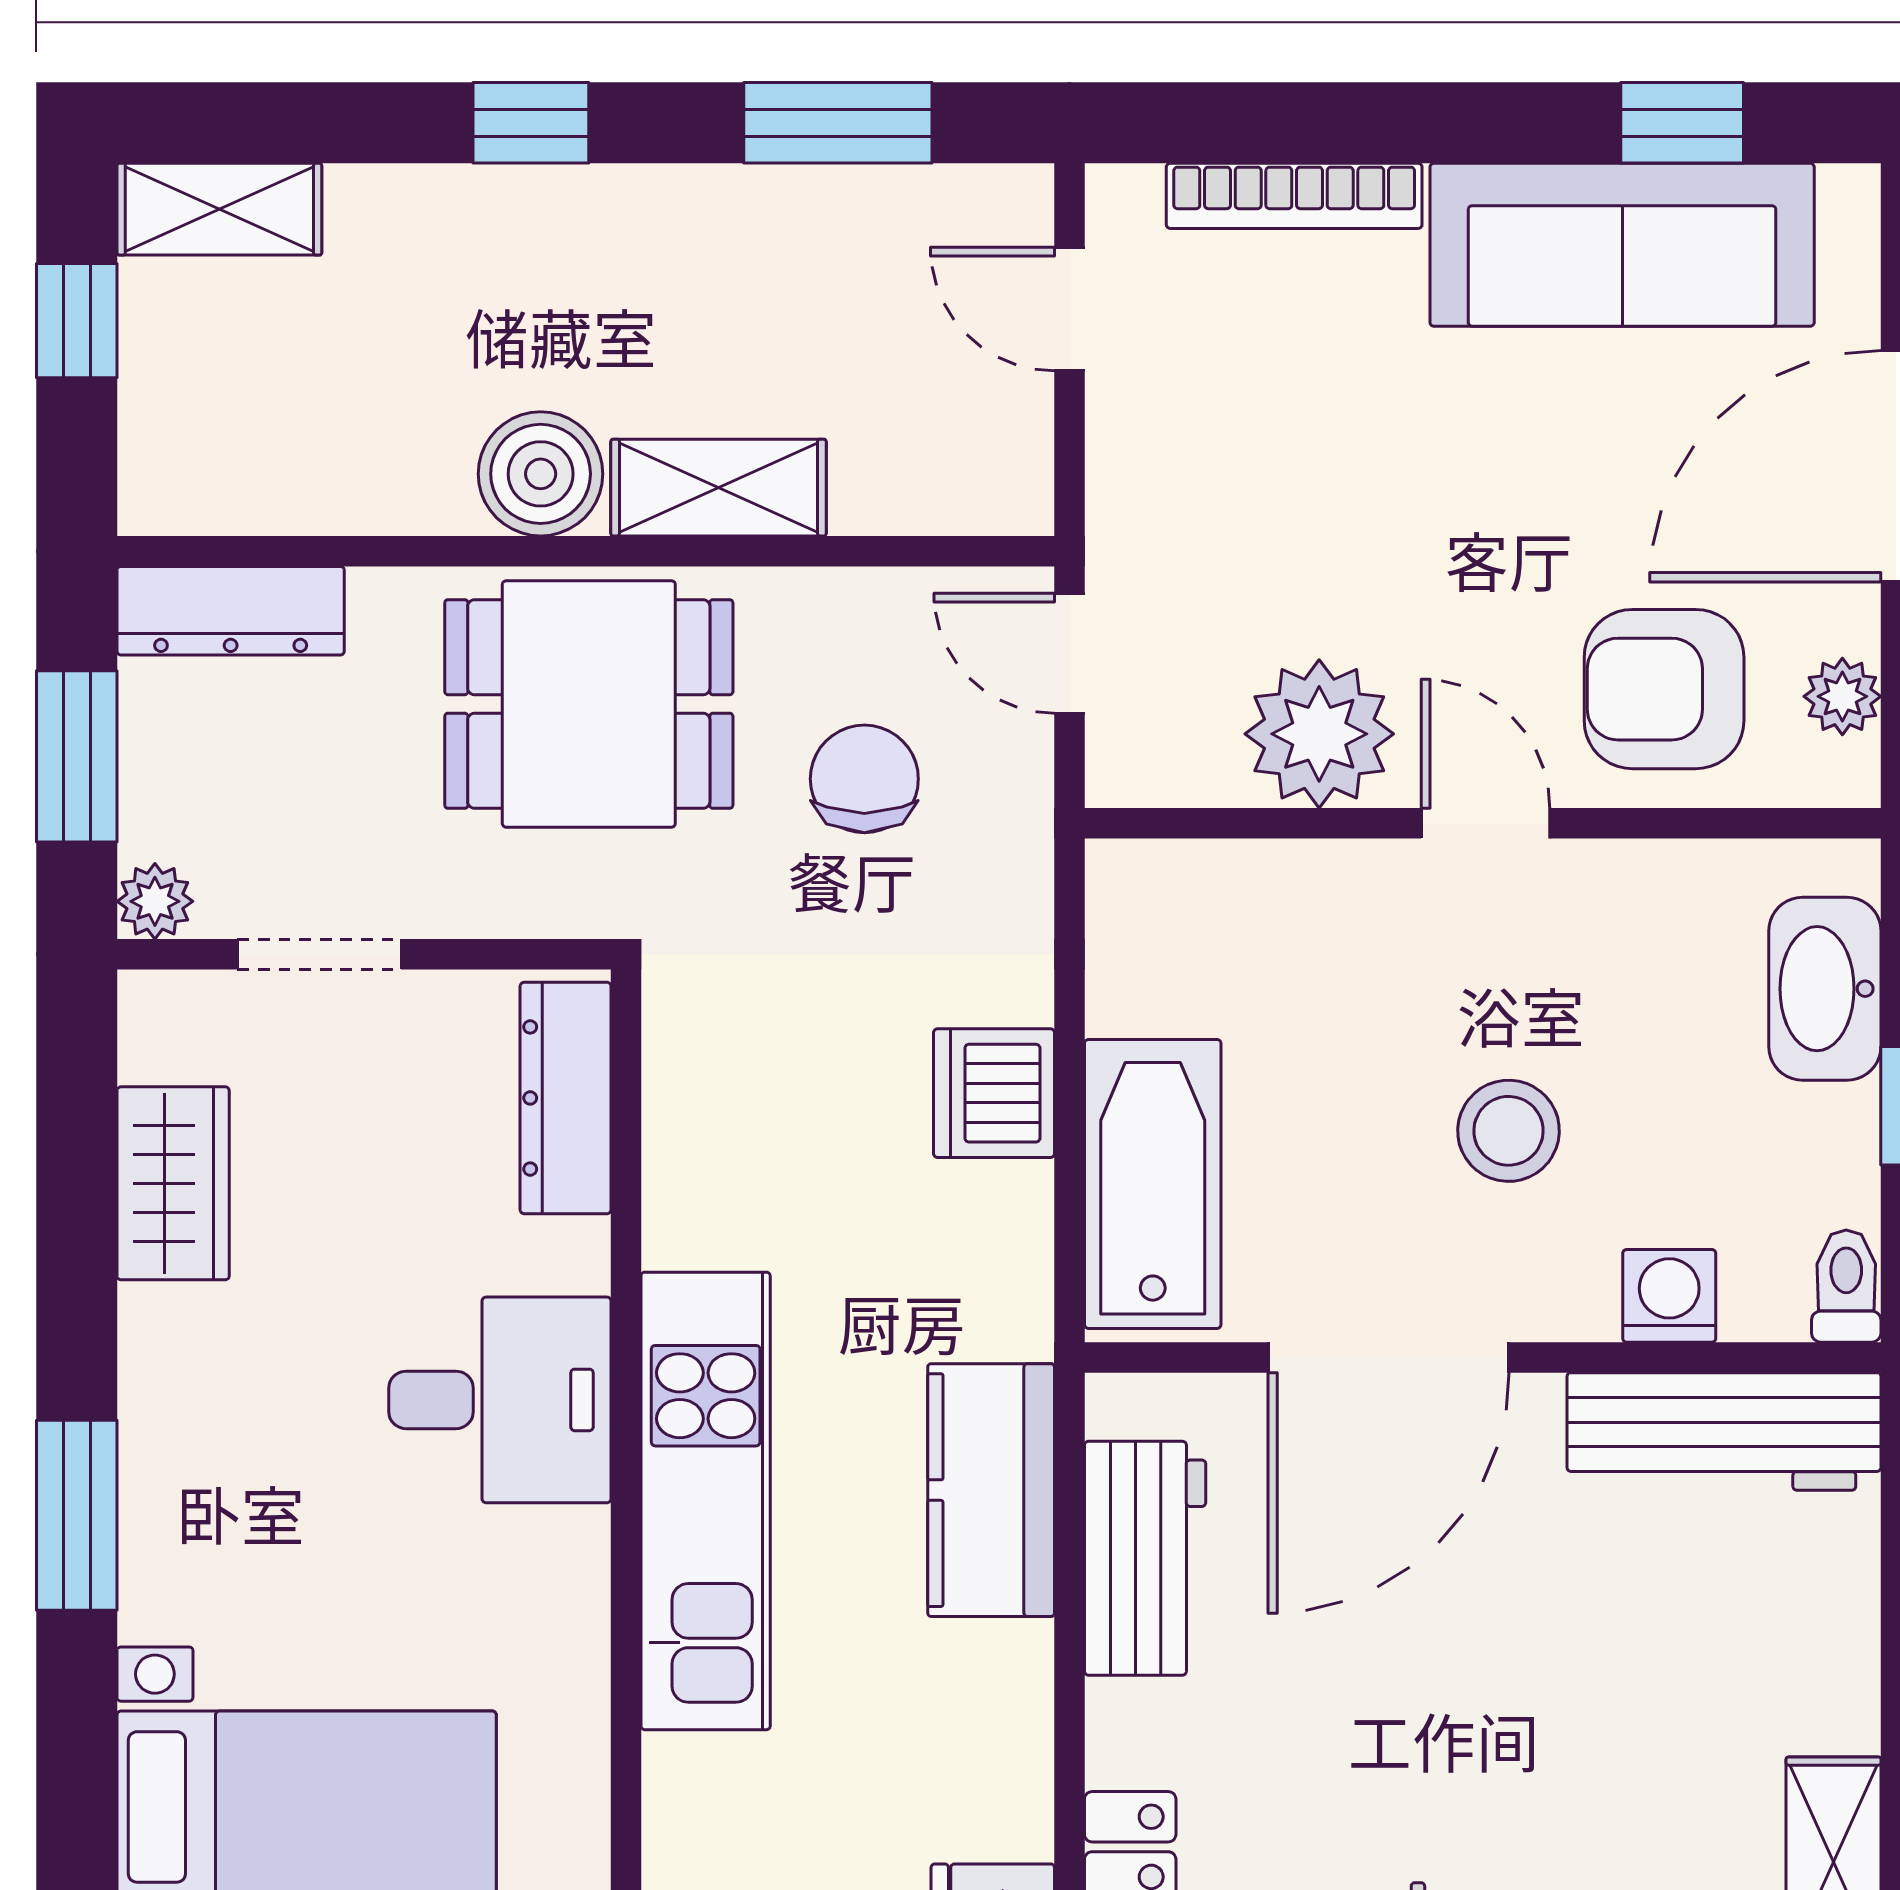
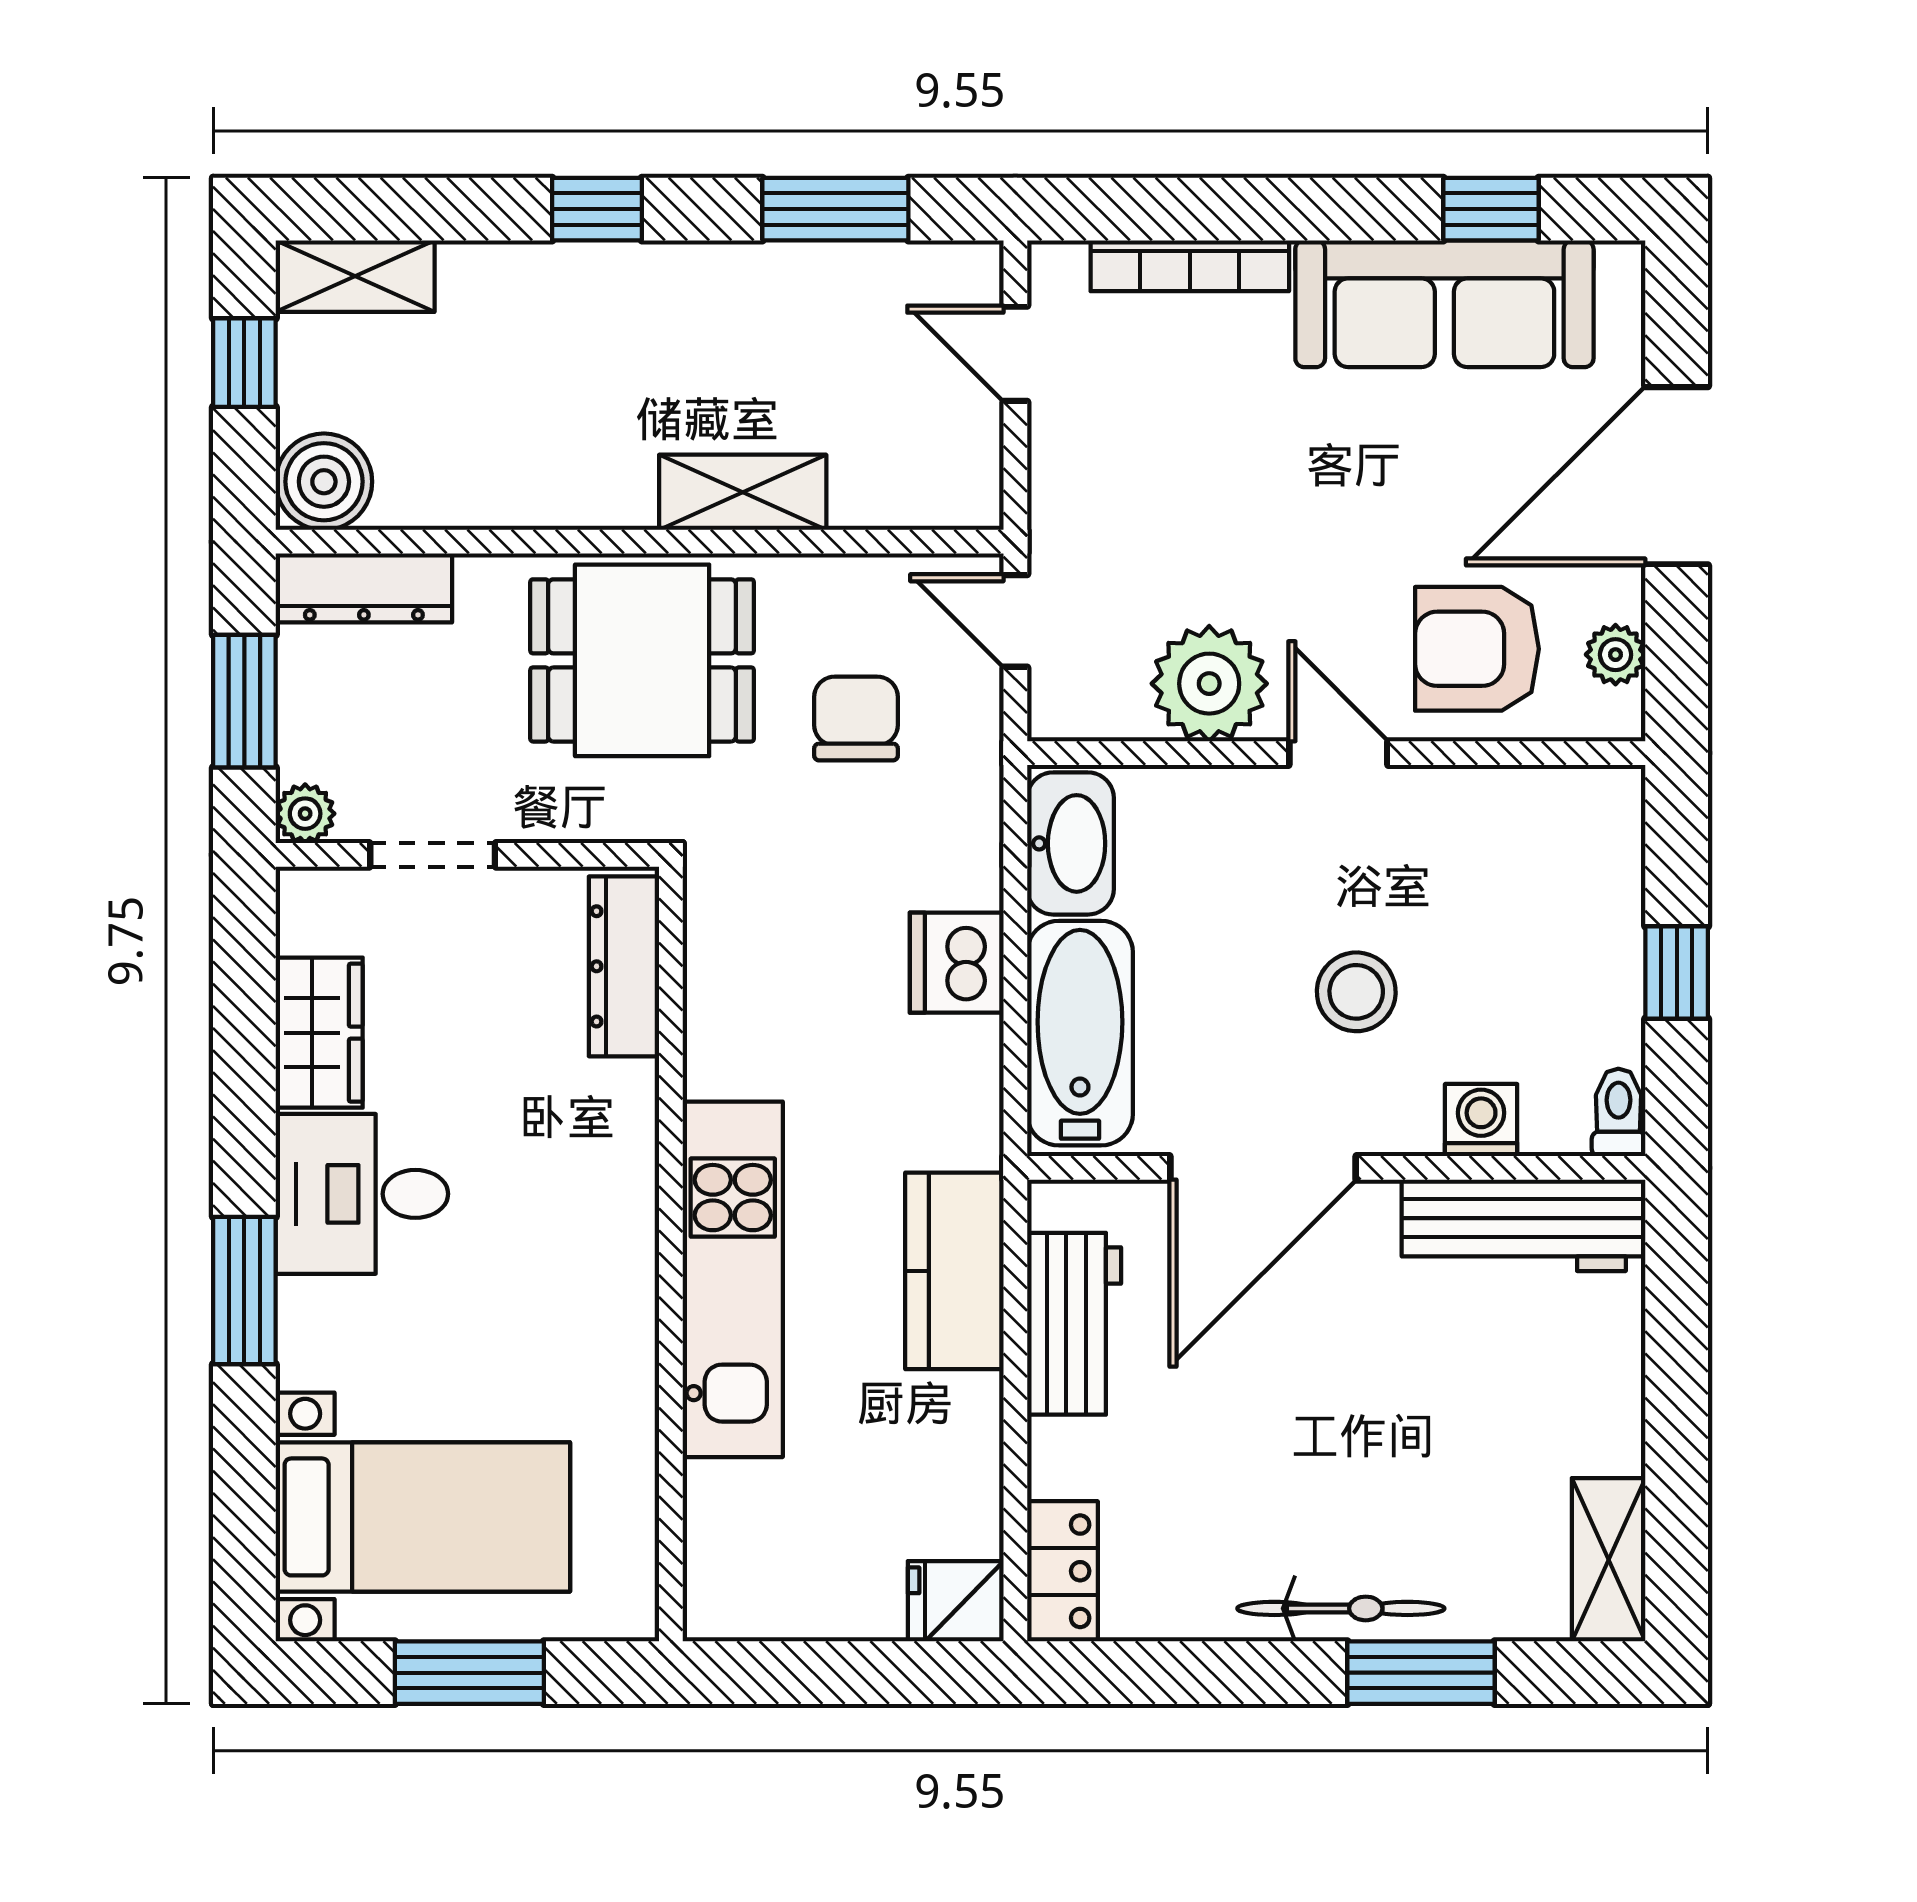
boiler: (541, 474) -> (324, 482), moved
washbasin: (1825, 989) -> (1070, 843), moved, turned 180
desk: (500, 1400) -> (362, 1194), moved, turned 180

